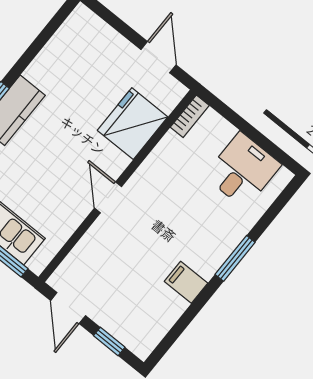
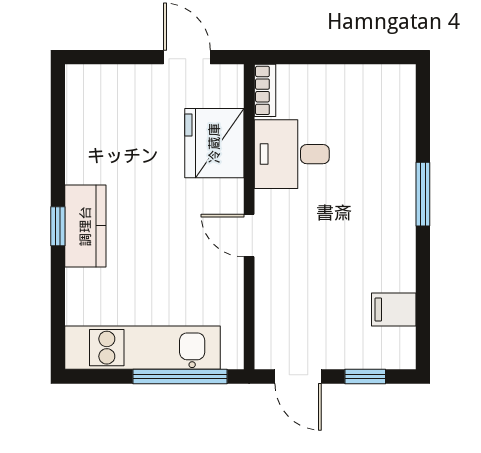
desk: (243, 170) -> (292, 154), moved, turned -90
filing cabinet: (186, 282) -> (394, 309), moved

